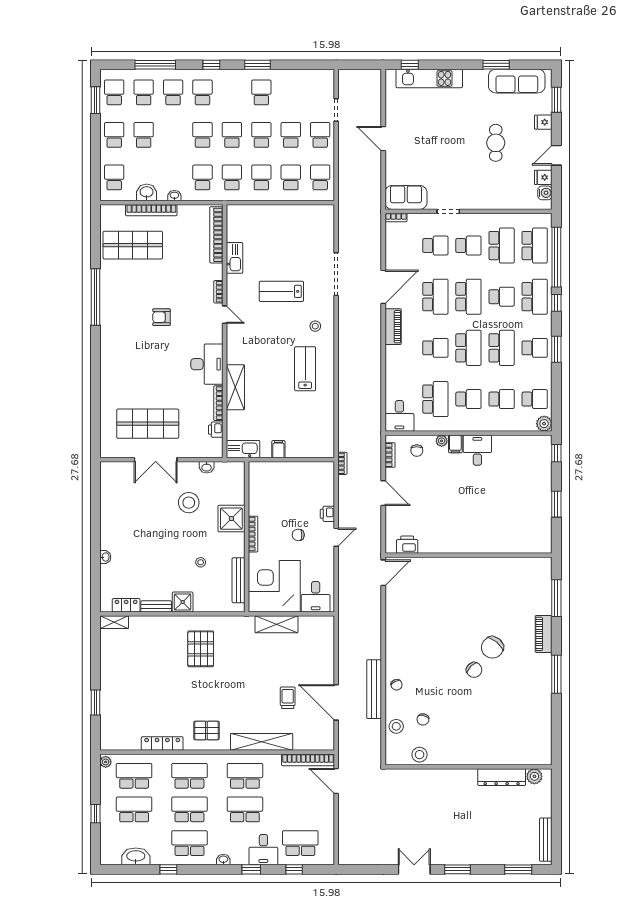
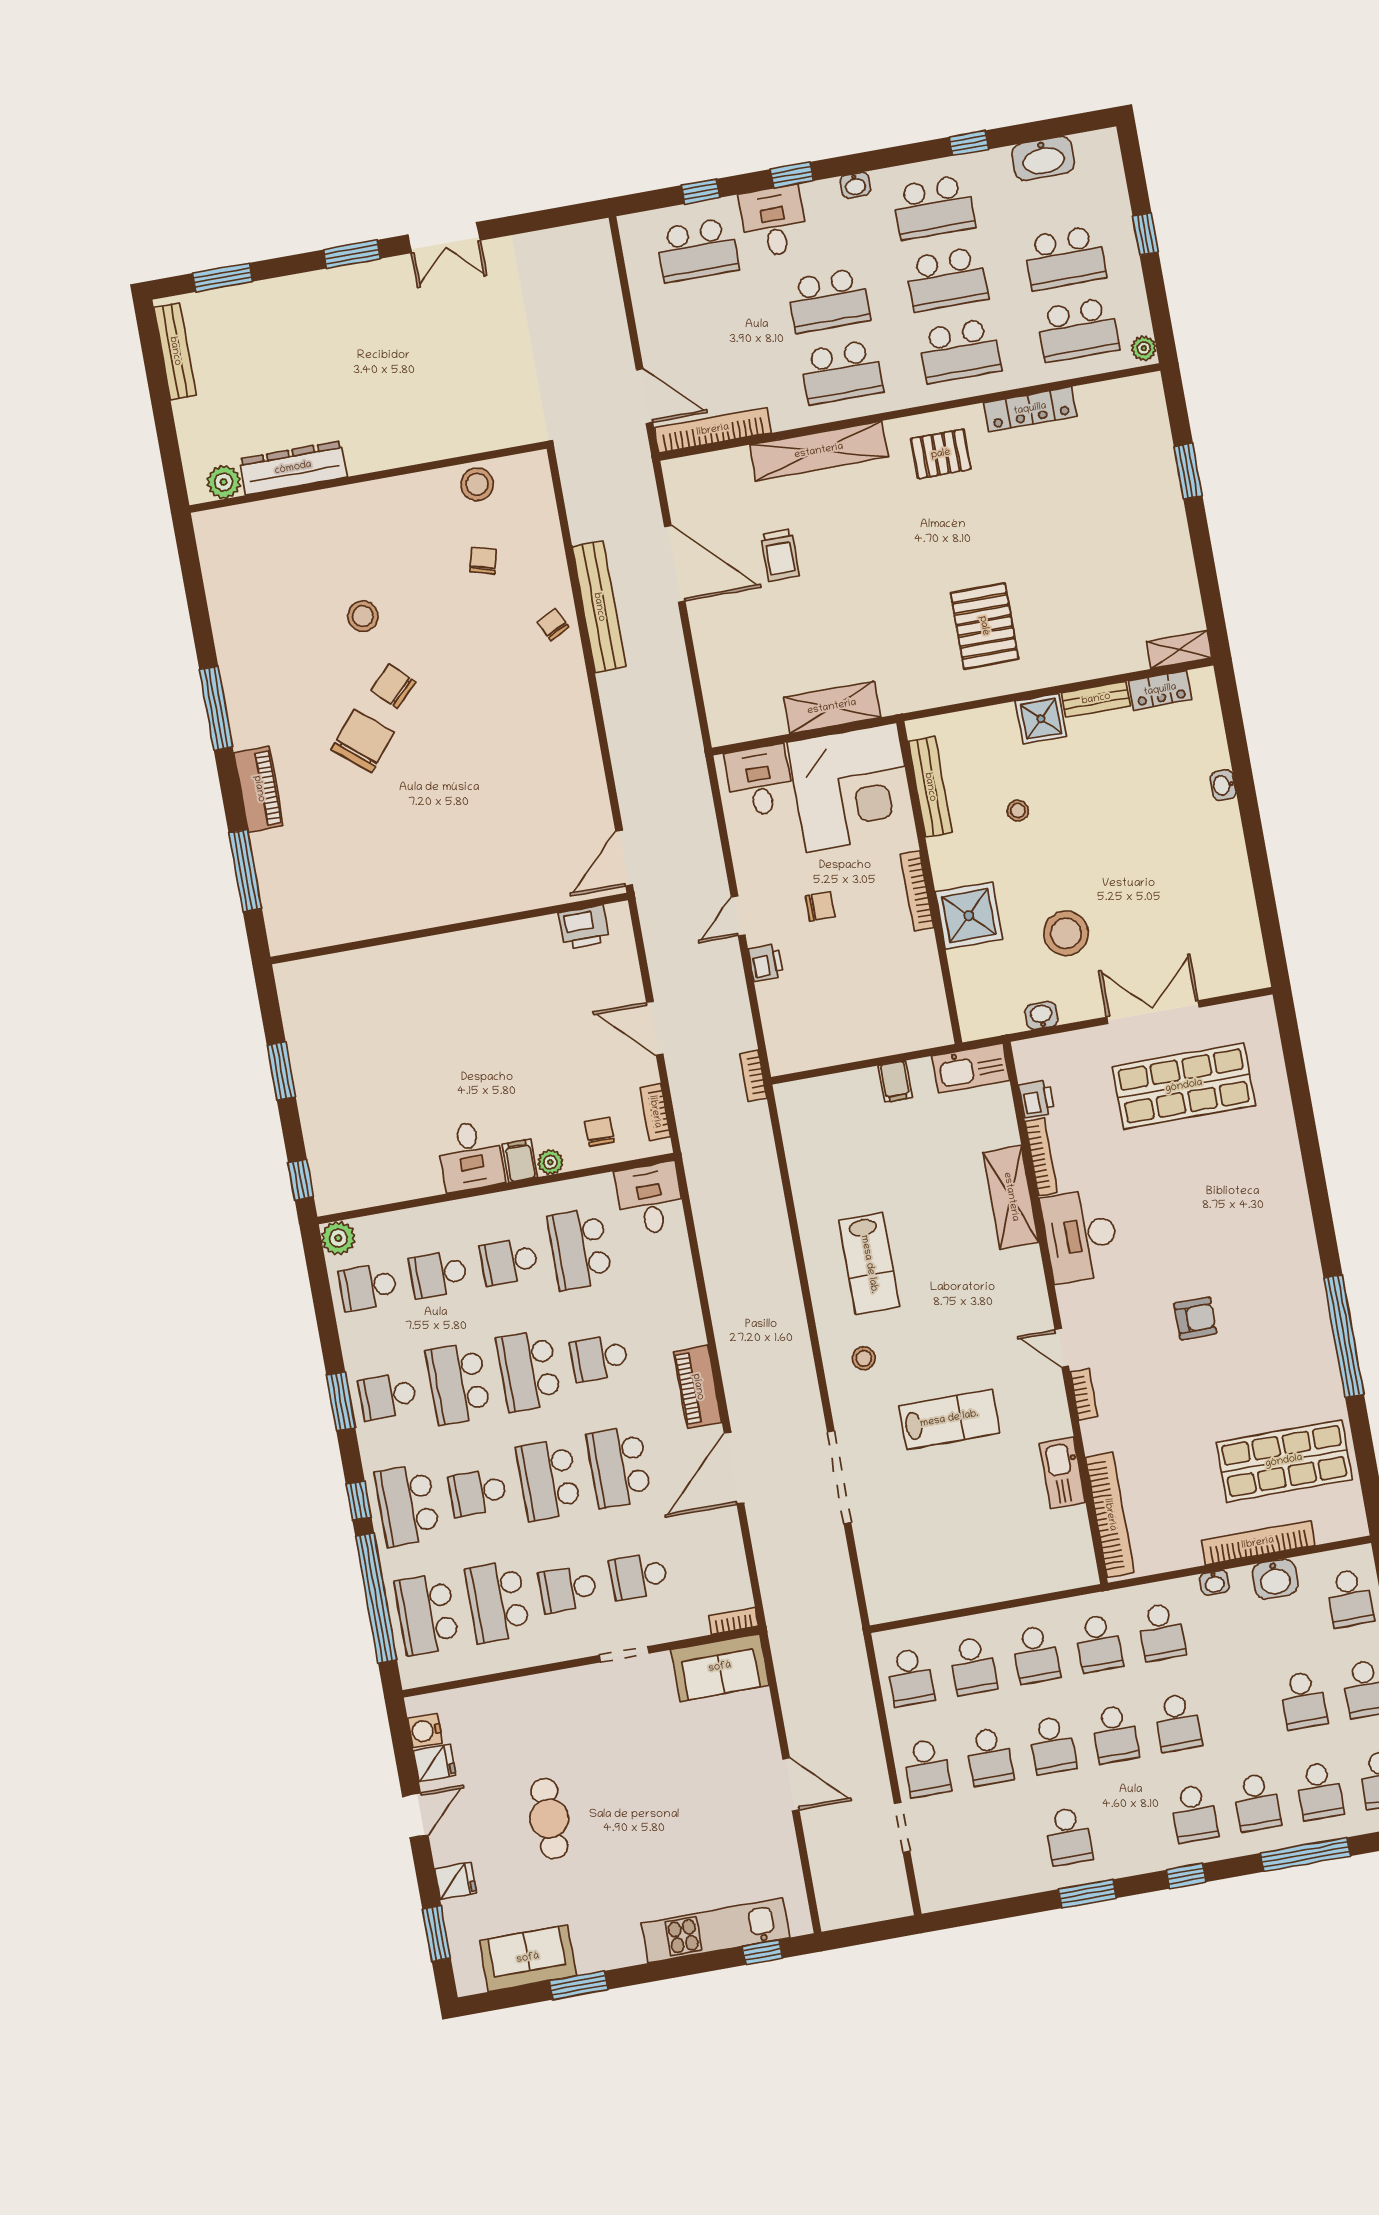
sofa: (517, 81) -> (528, 1958), width x0.73
stool: (396, 726) -> (363, 616), moved

